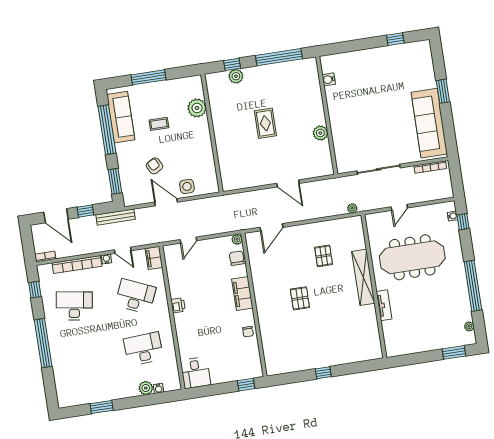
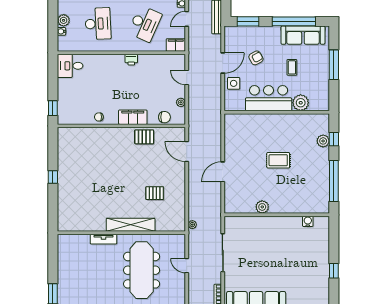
window: (395, 39) -> (334, 271), moved
bar counter: (197, 145) -> (269, 98), added
plant: (237, 239) -> (181, 102), moved
pallet: (300, 298) -> (144, 137), moved

